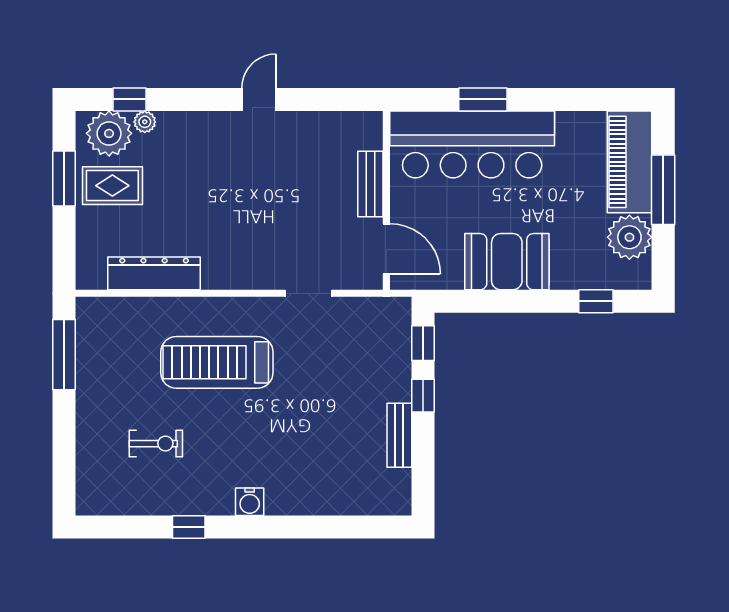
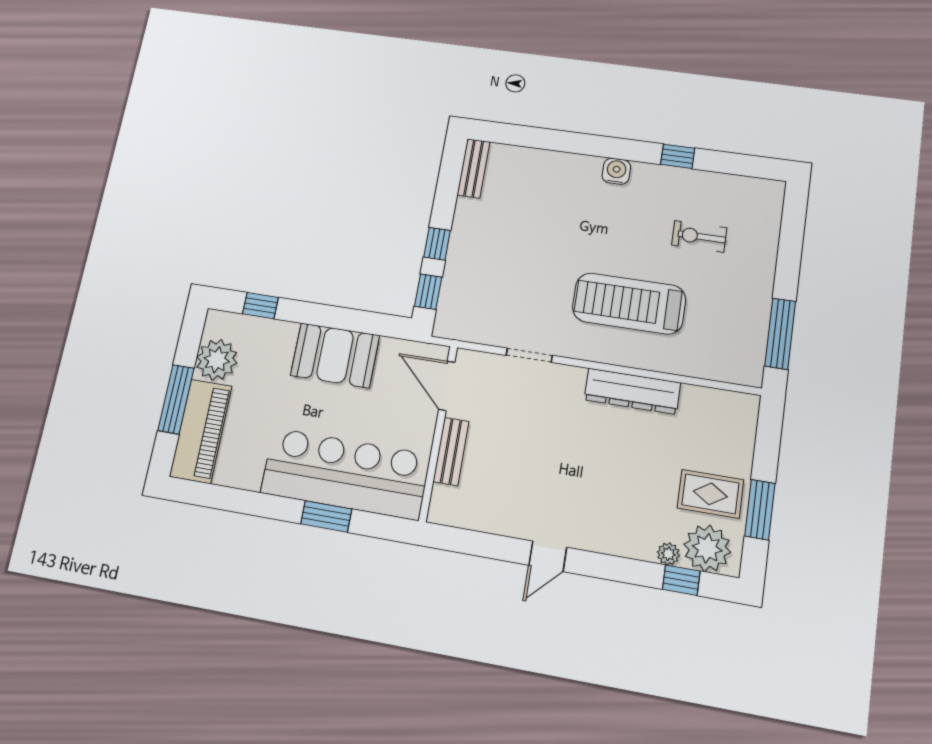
dresser: (154, 273) -> (632, 391), moved
treadmill: (217, 362) -> (629, 303), turned 180
bench: (399, 435) -> (473, 168), moved

